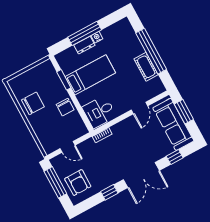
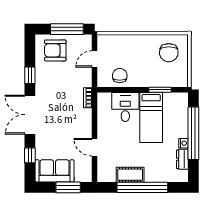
window: (85, 33) -> (193, 133), width x1.46
dresser: (84, 45) -> (182, 159), moved
chair: (33, 103) -> (169, 53), moved
chair: (65, 107) -> (120, 76), moved, turned 90
desk: (99, 112) -> (125, 107), moved
sofa: (173, 124) -> (54, 171), width x0.73

